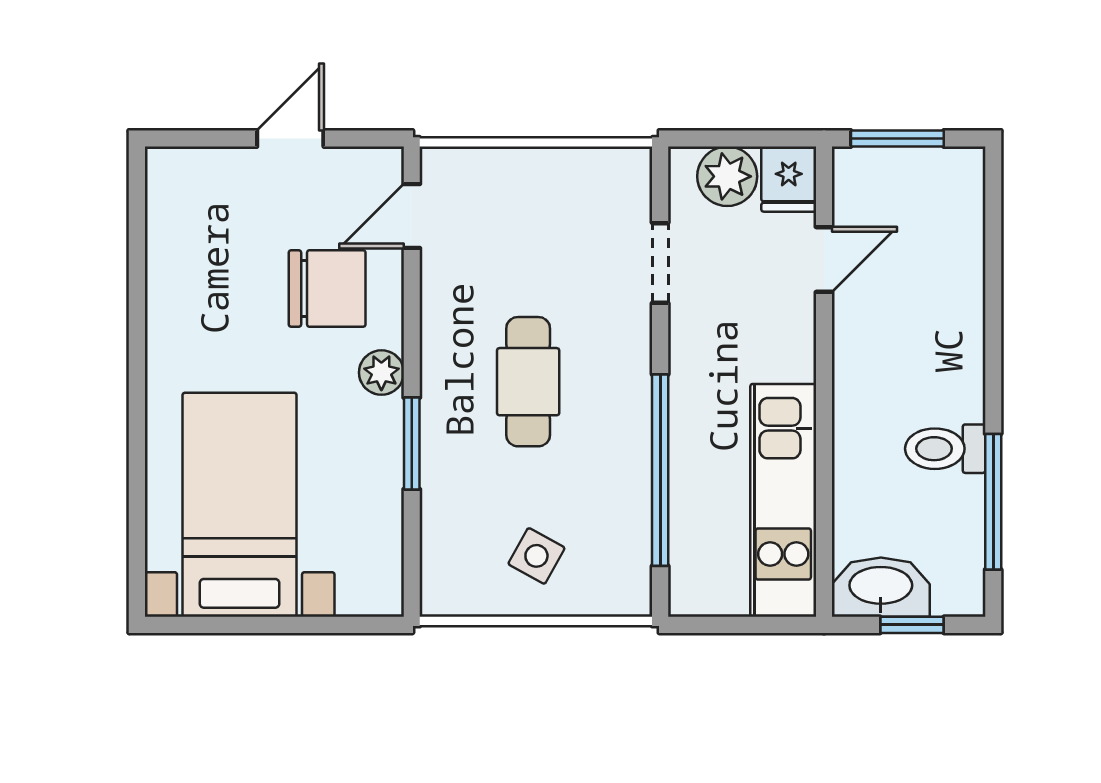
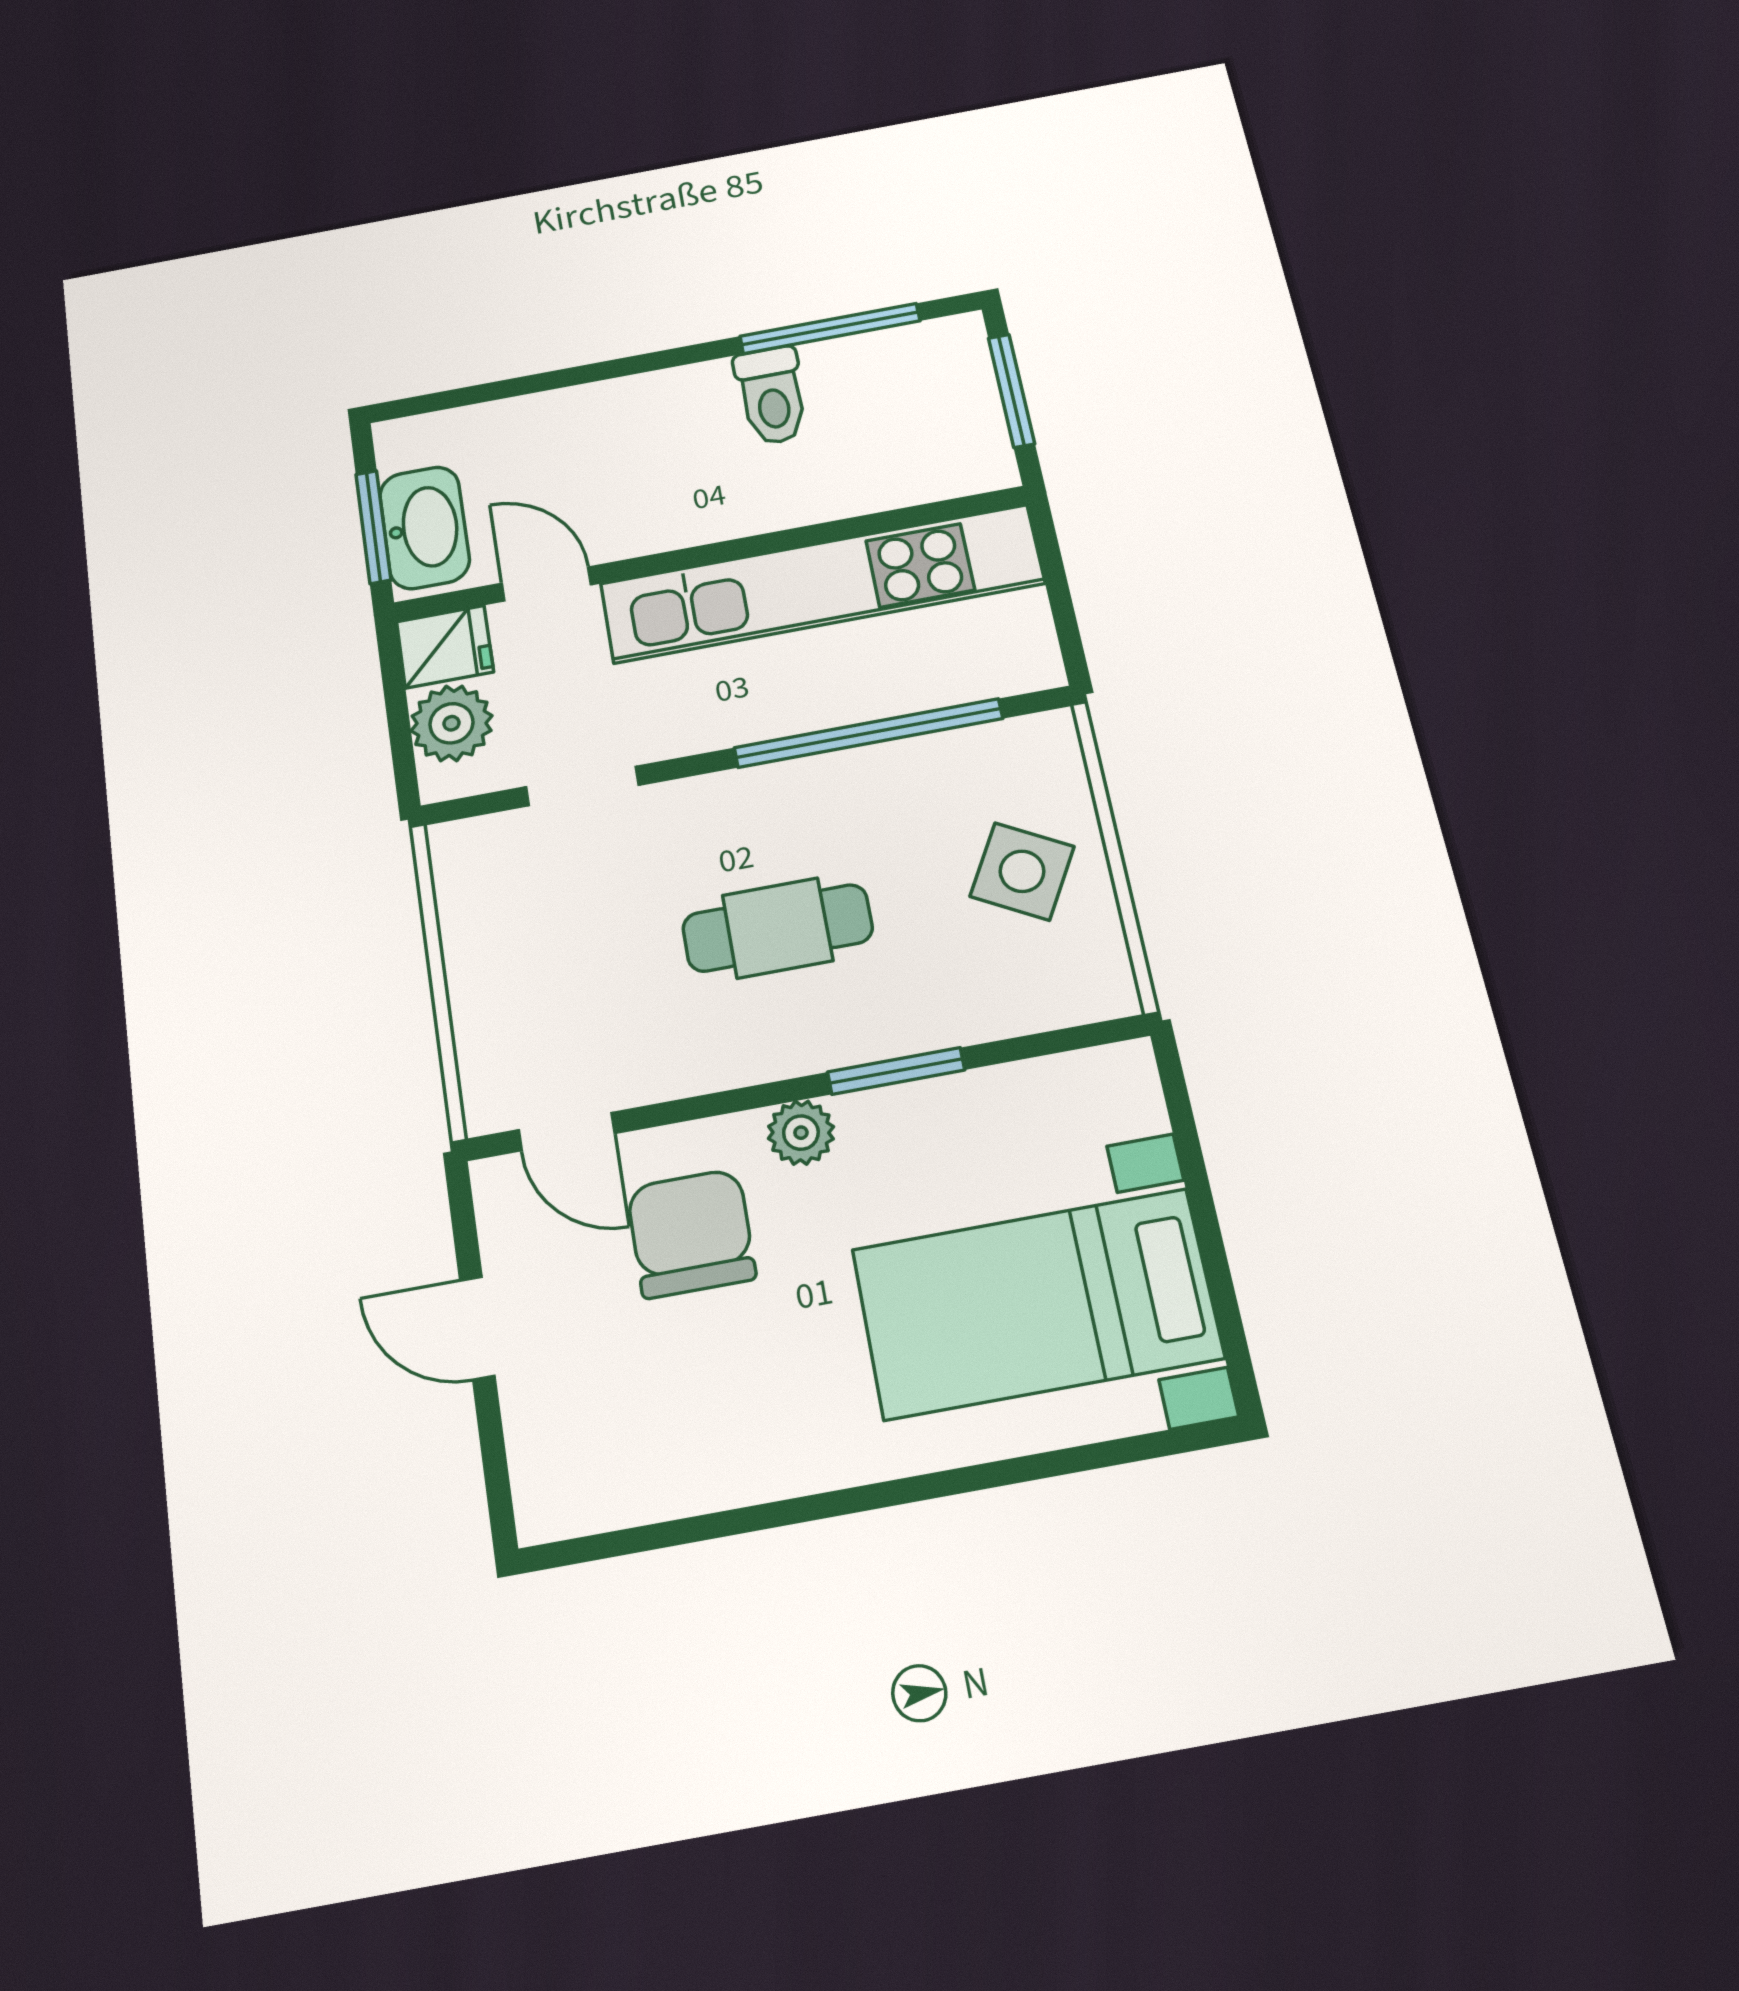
kitchen unit: (783, 500) -> (822, 584), width x1.36
side table: (536, 556) -> (1022, 871), width x1.37, depth x1.37
washbasin: (881, 587) -> (425, 528), moved, turned 180
window: (912, 625) -> (1011, 391), width x1.50

